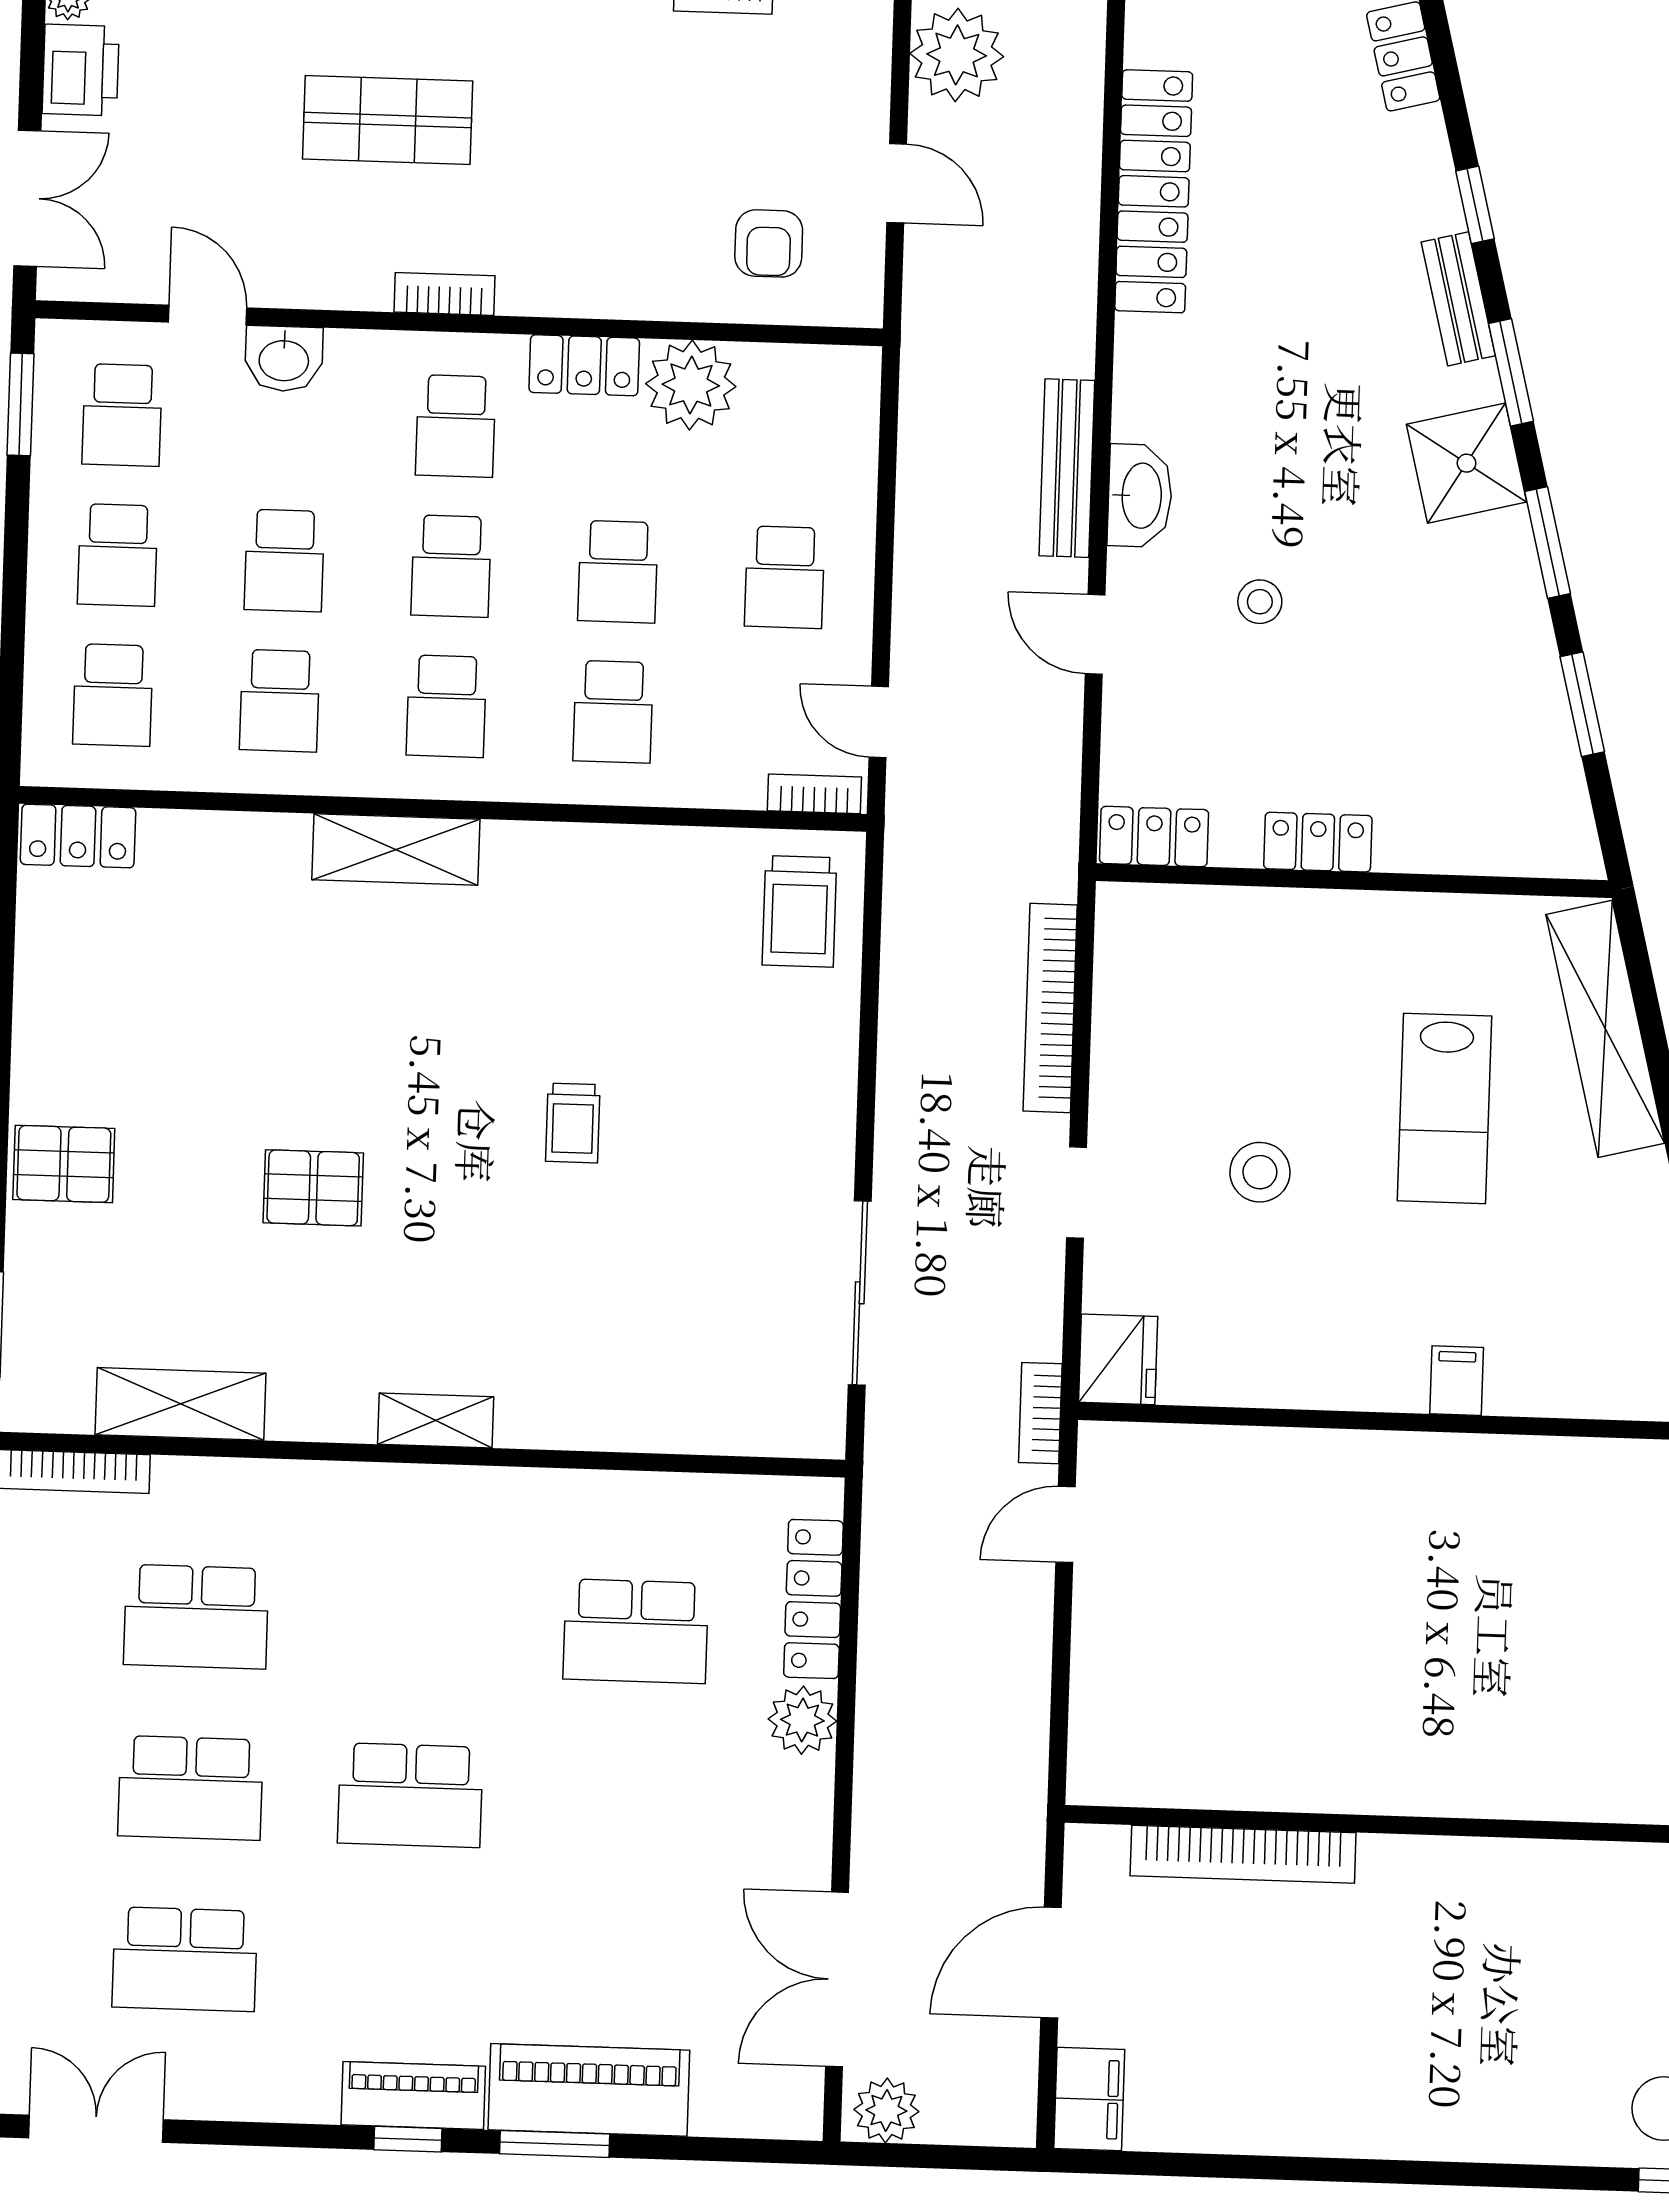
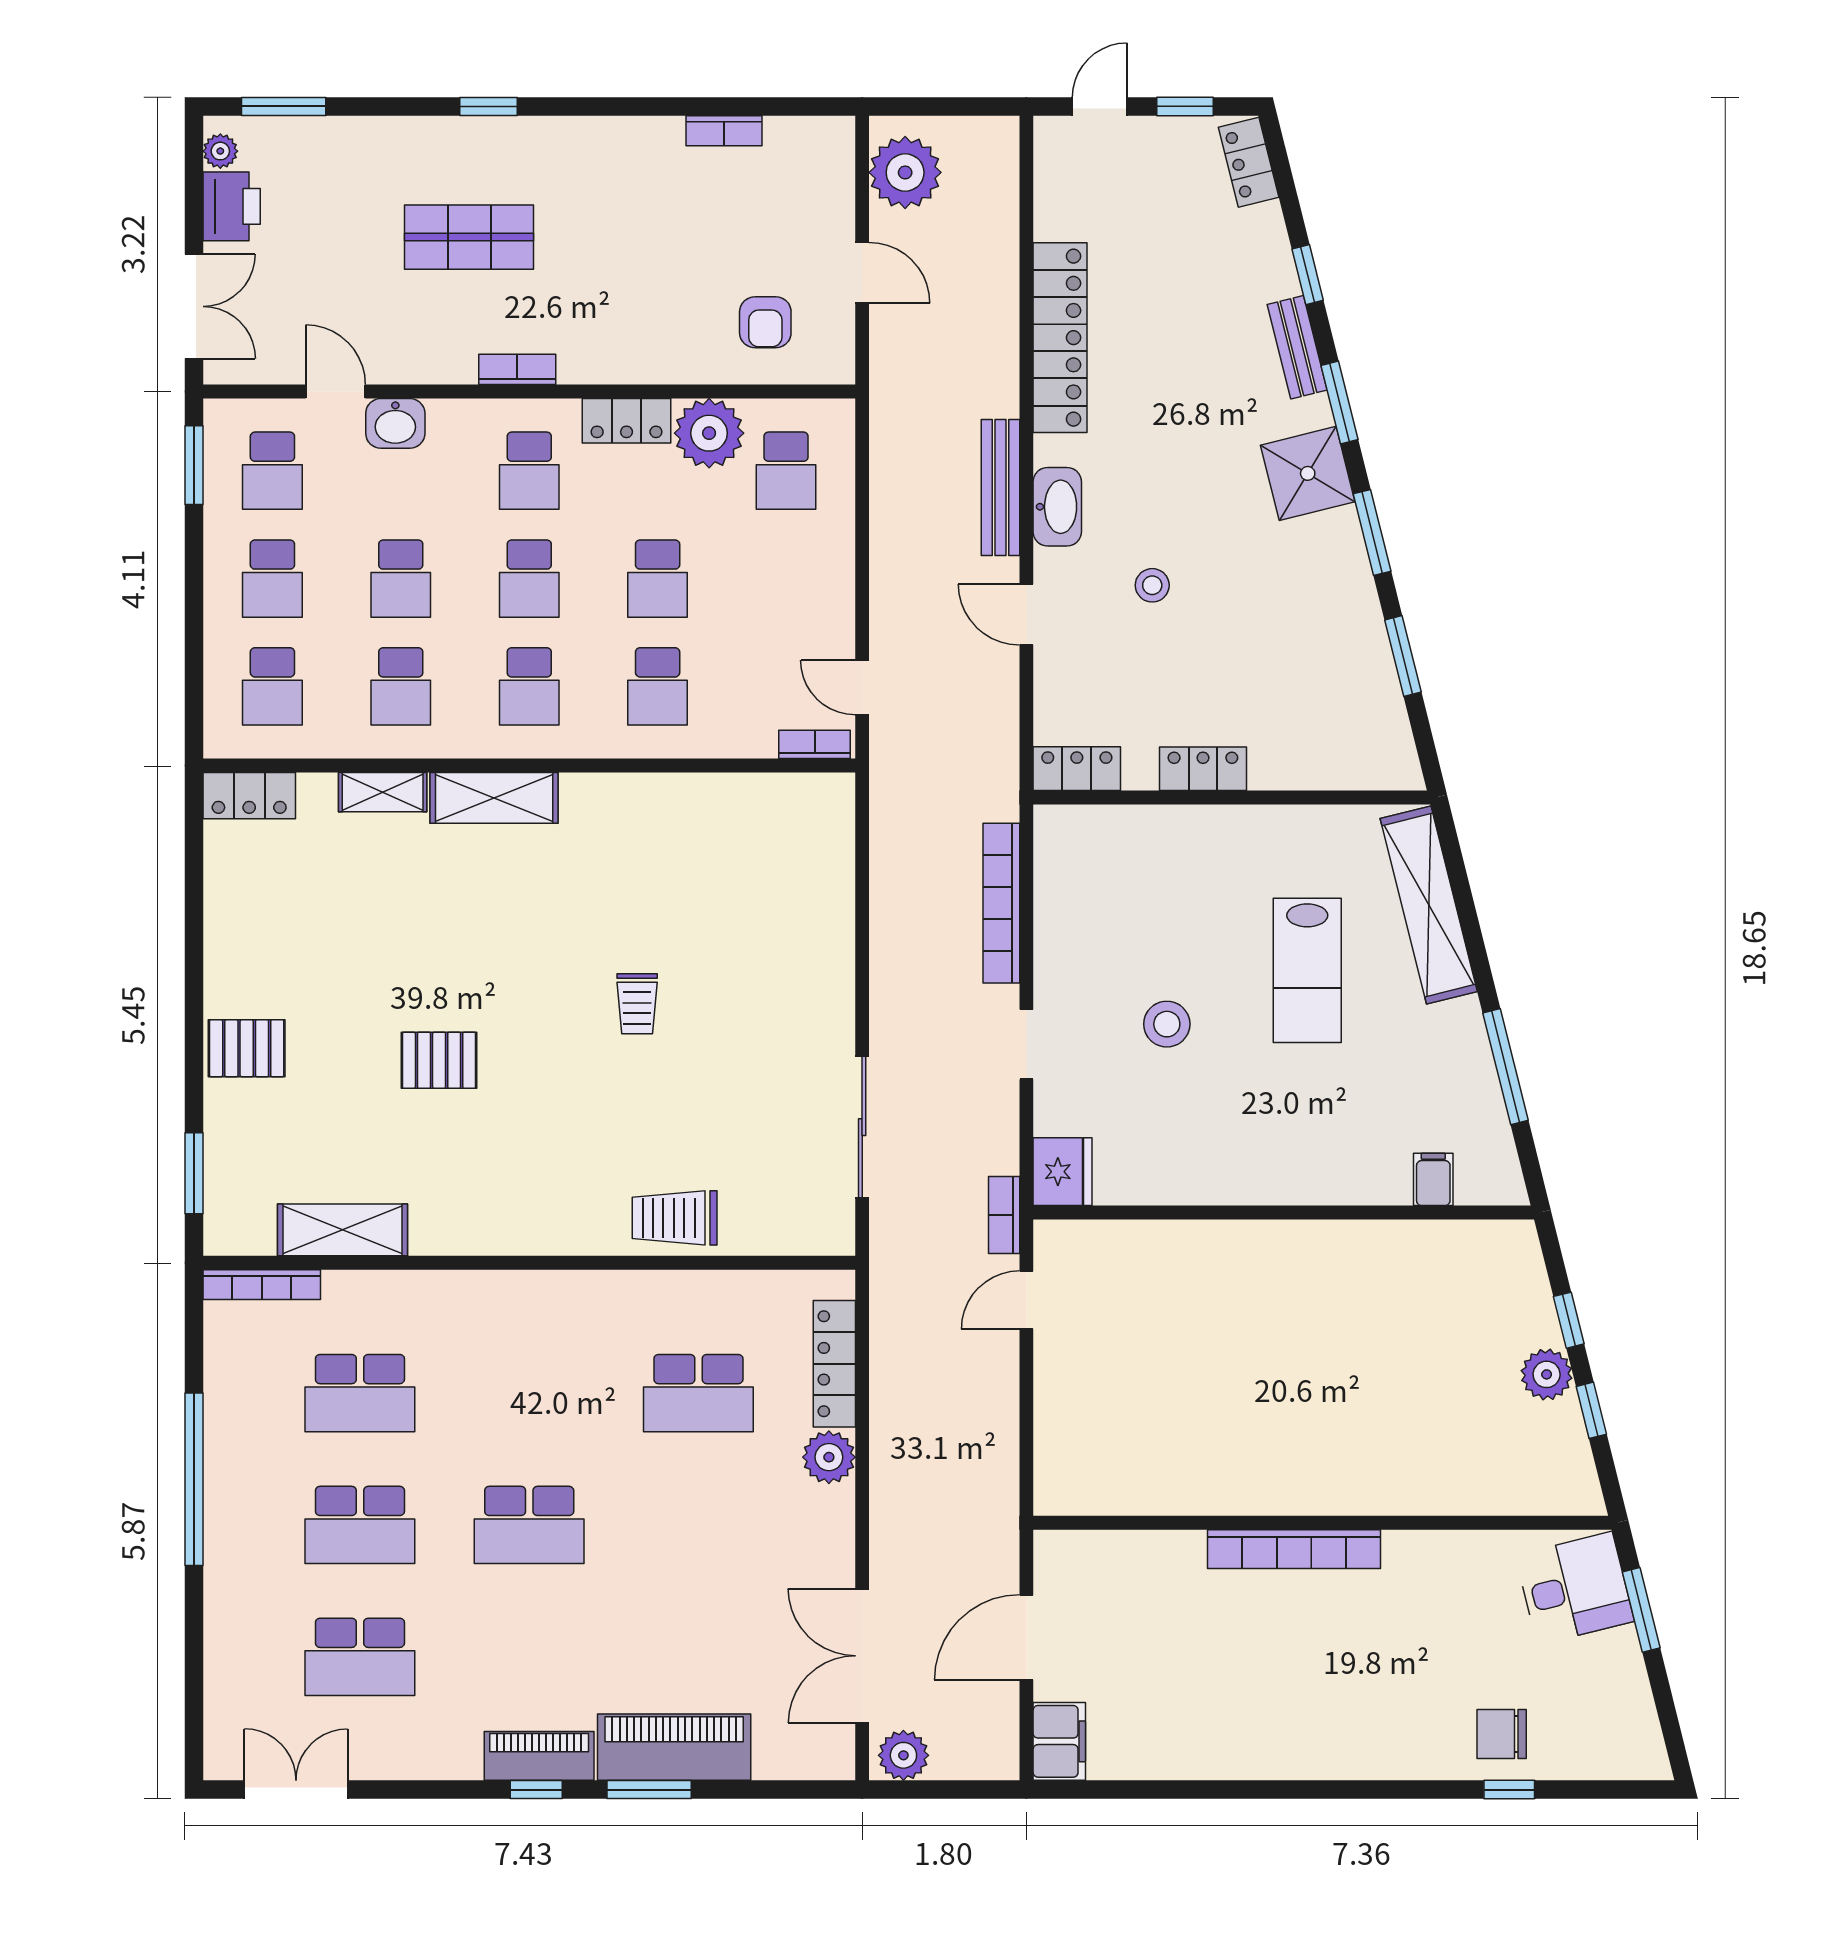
locker: (1154, 191) -> (1060, 338), moved
school desk: (785, 577) -> (786, 471), moved
trolley: (799, 911) -> (675, 1218), moved, turned 90
filing cabinet: (1457, 1381) -> (1433, 1179), moved
shelving: (436, 1420) -> (383, 792), moved
bookcase: (1243, 1854) -> (1294, 1549), moved

